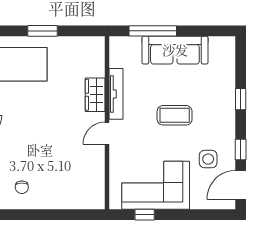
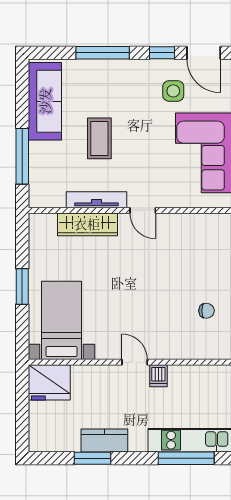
sofa: (175, 50) -> (45, 101), moved
wardrobe: (95, 95) -> (87, 224), width x1.50
window: (241, 99) -> (103, 53), width x2.17
coffee table: (175, 115) -> (99, 138), moved

